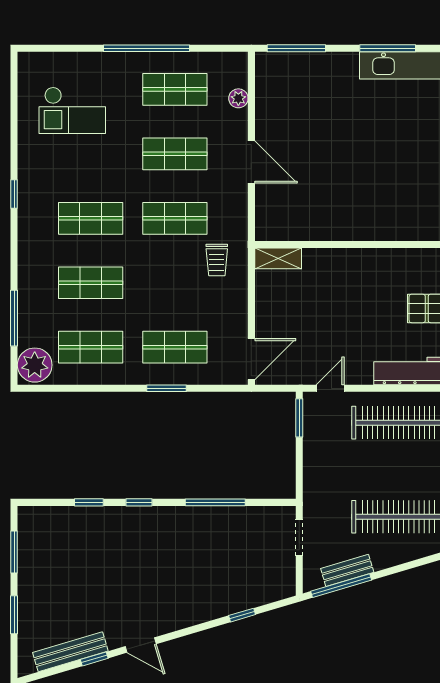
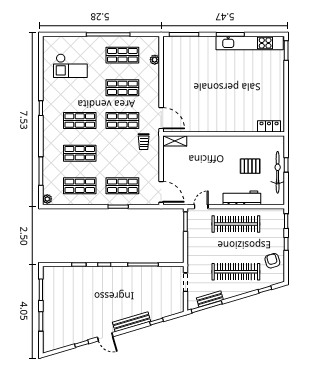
door: (251, 162) -> (161, 118), moved
door: (251, 359) -> (161, 192), hinge flipped
plant: (35, 365) -> (47, 199), width x0.53, depth x0.53
bench: (70, 652) -> (132, 322), moved

